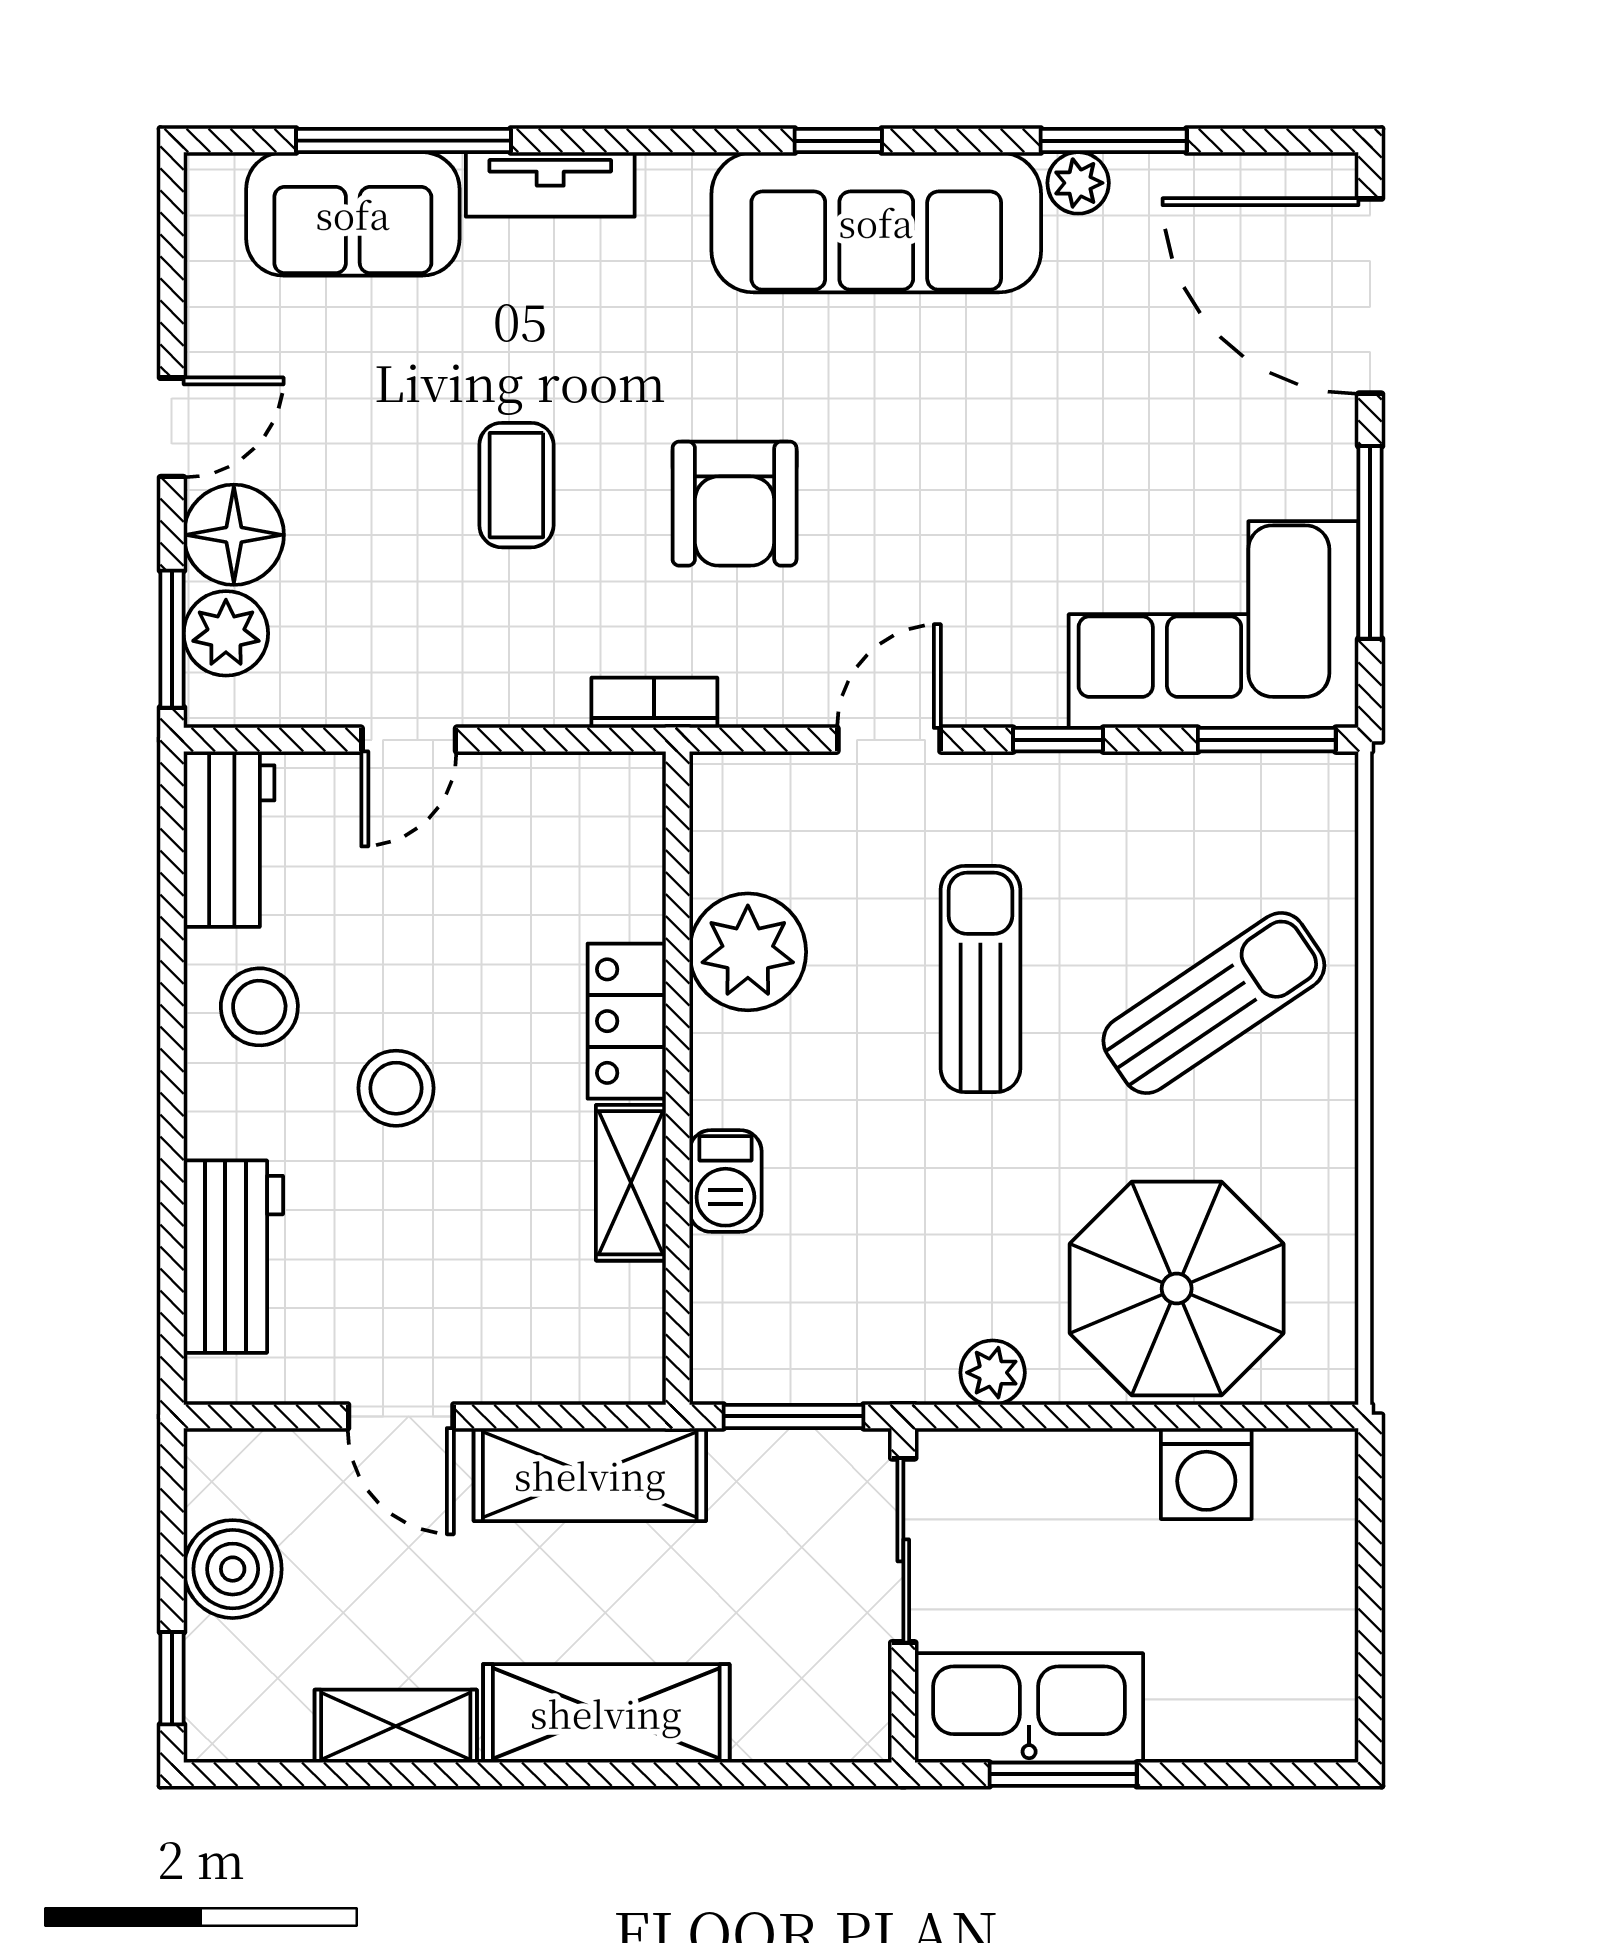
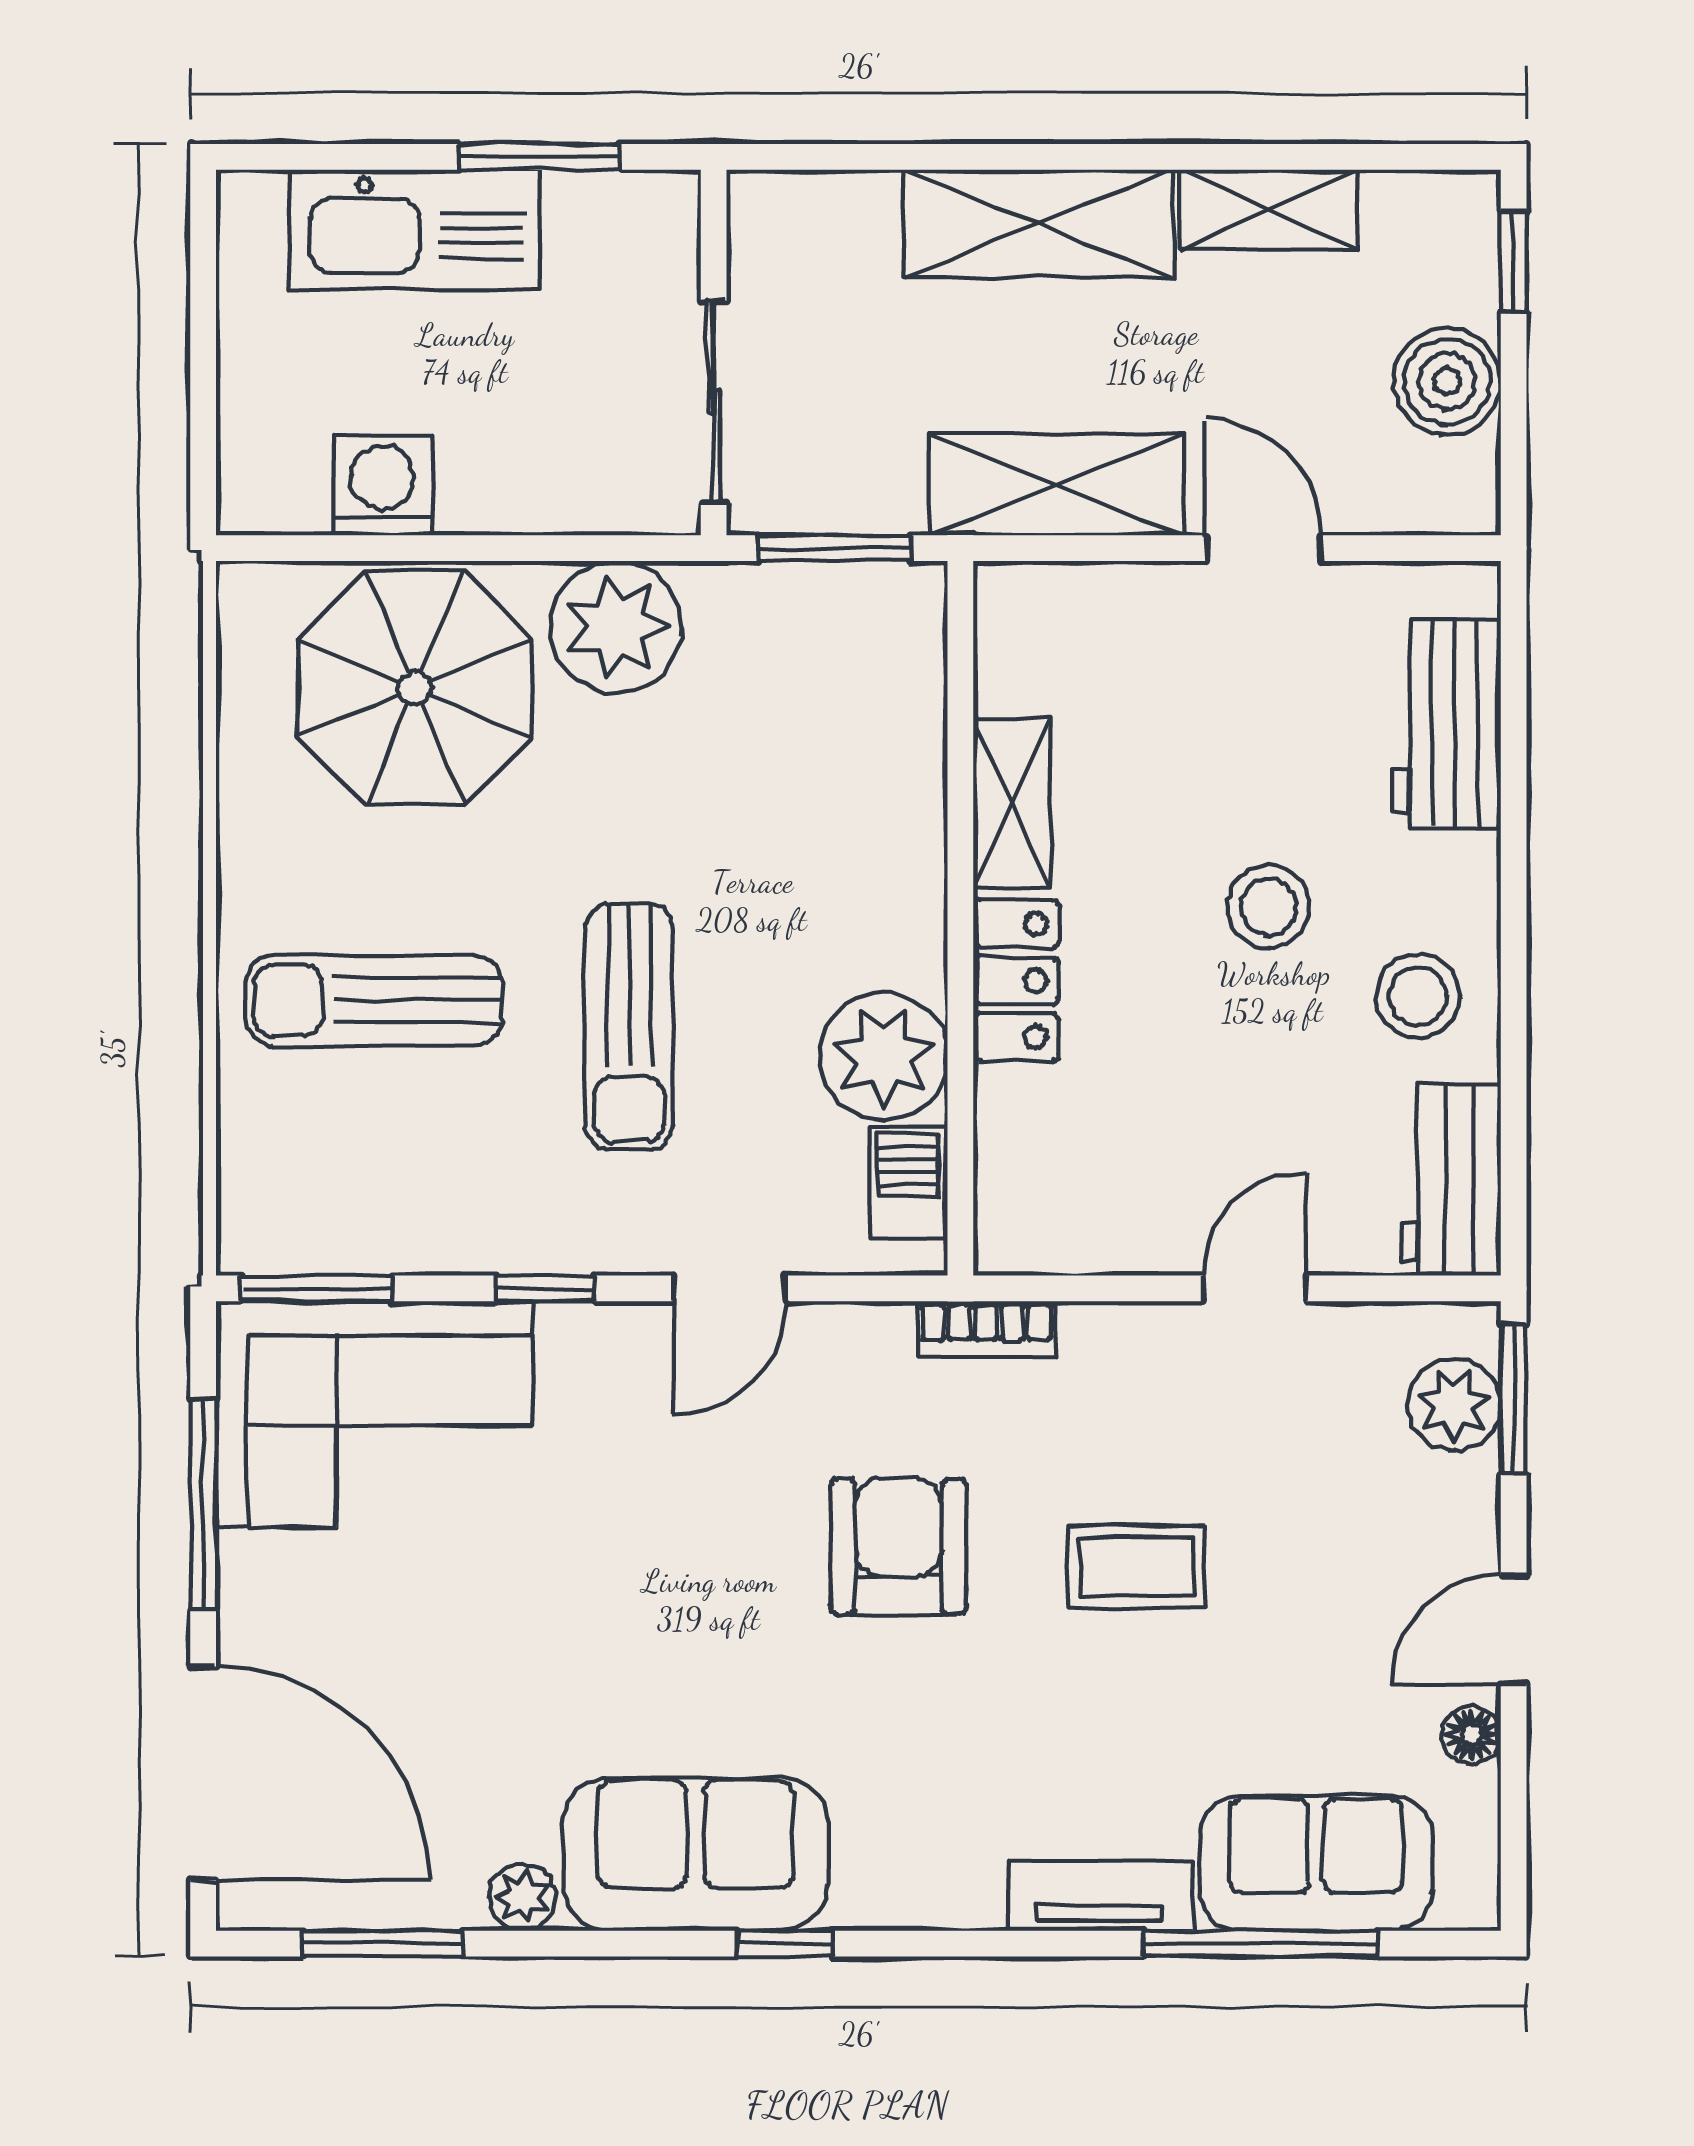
window: (1114, 141) -> (383, 1944), moved
sofa: (876, 222) -> (696, 1854), width x0.73
coffee table: (516, 485) -> (1137, 1567), turned 90
floor lamp: (234, 535) -> (1472, 1735), moved, width x0.53, depth x0.53
sun lounger: (1214, 1003) -> (374, 1000), turned 34
barbecue: (725, 1181) -> (908, 1183), moved
plant: (993, 1373) -> (616, 627), width x1.87, depth x1.87
kitchen sink: (1029, 1708) -> (415, 229), moved

